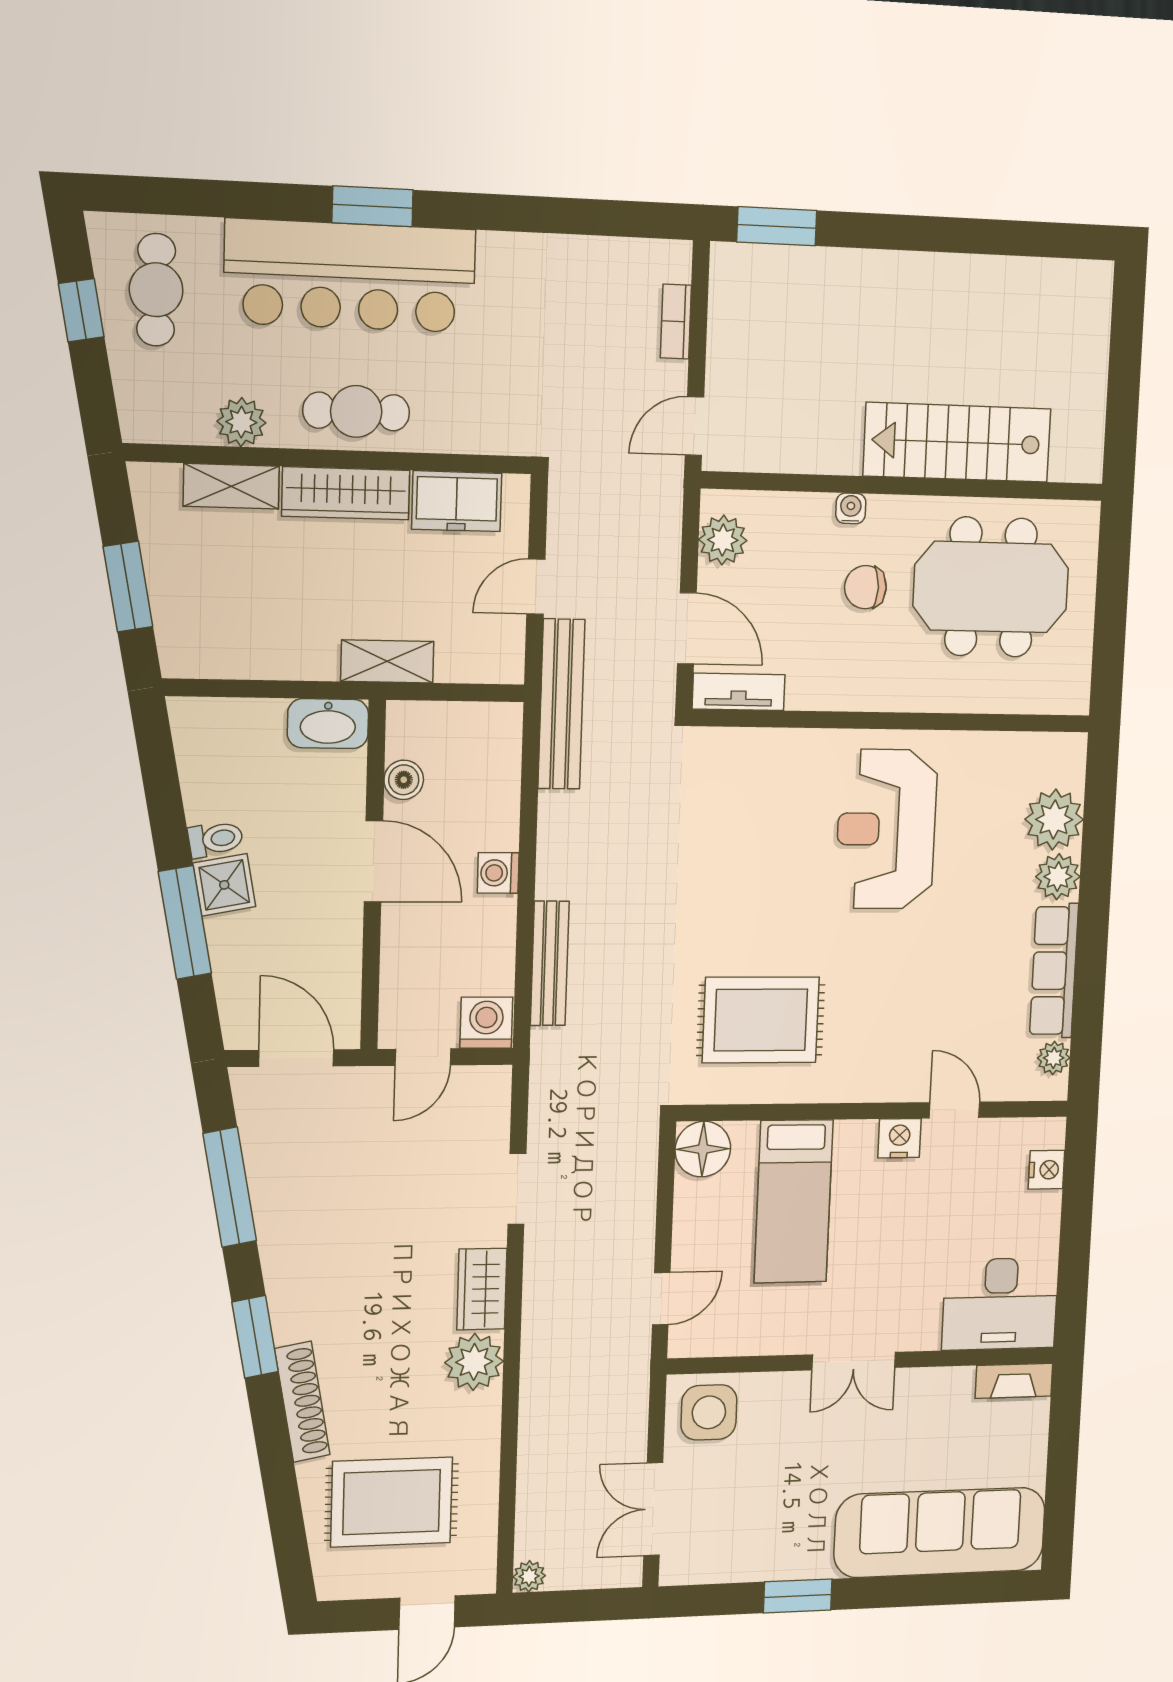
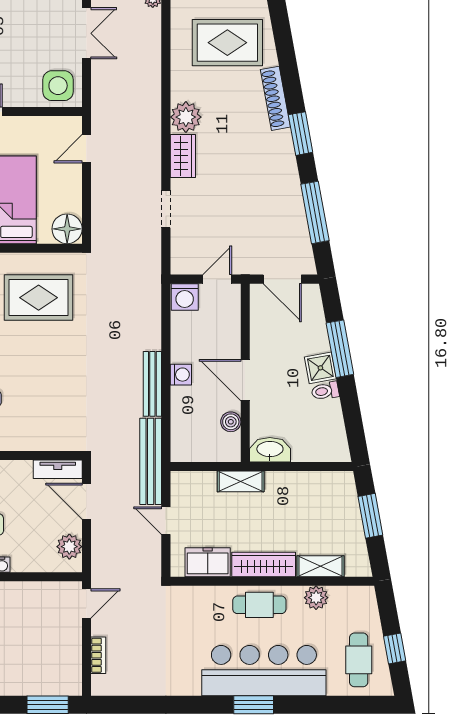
door: (536, 587) -> (166, 521), swing flipped
bench: (550, 963) -> (152, 384), moved

